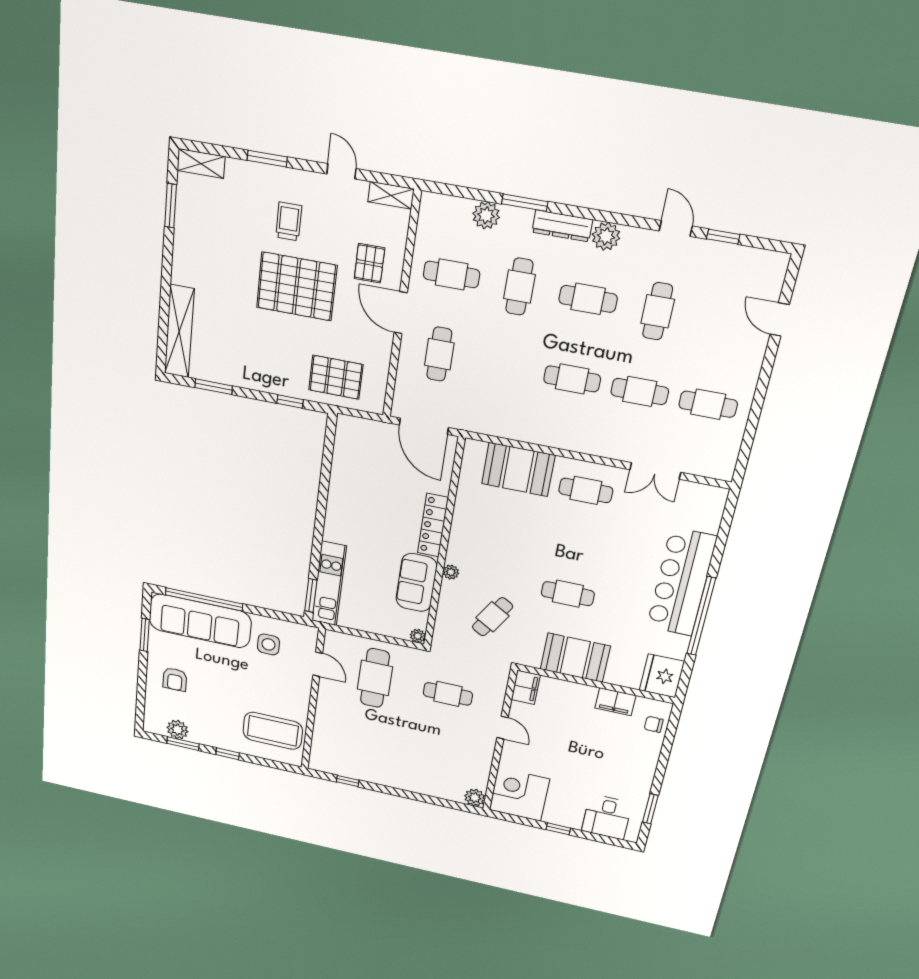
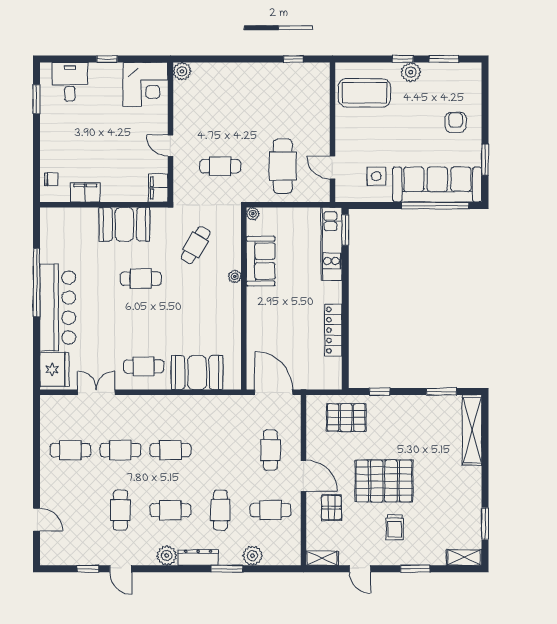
locker: (433, 525) -> (333, 330), moved, turned 180
fridge: (662, 676) -> (54, 370), moved
plant: (177, 730) -> (411, 72), moved

